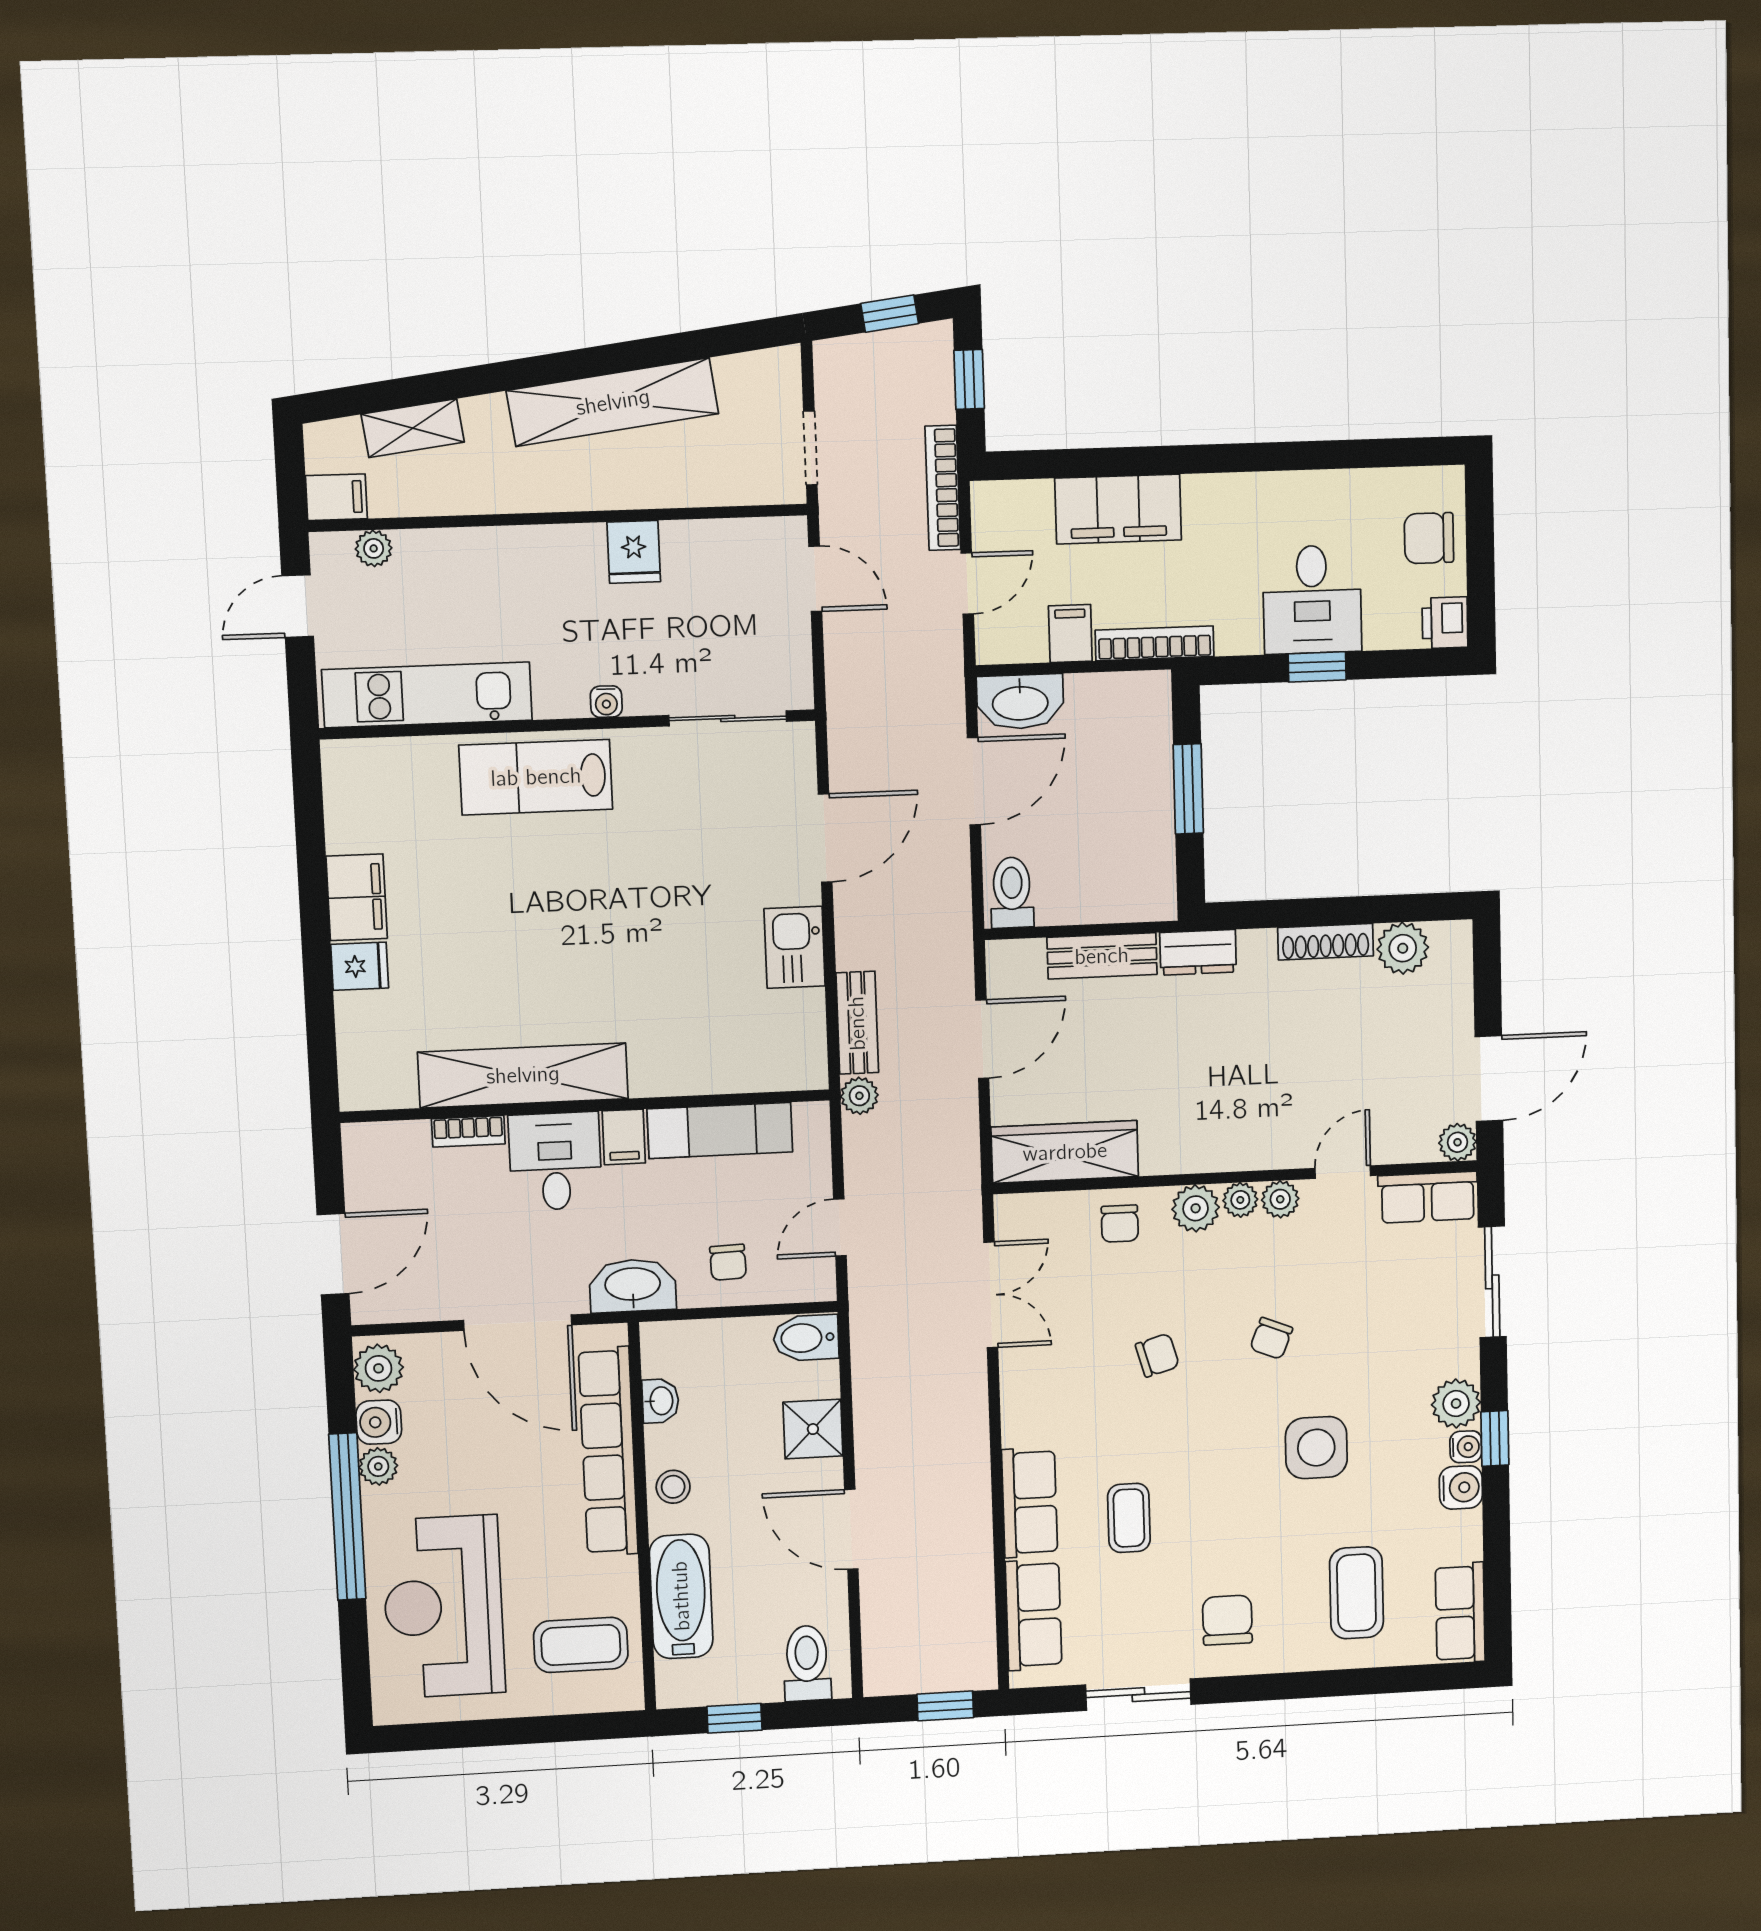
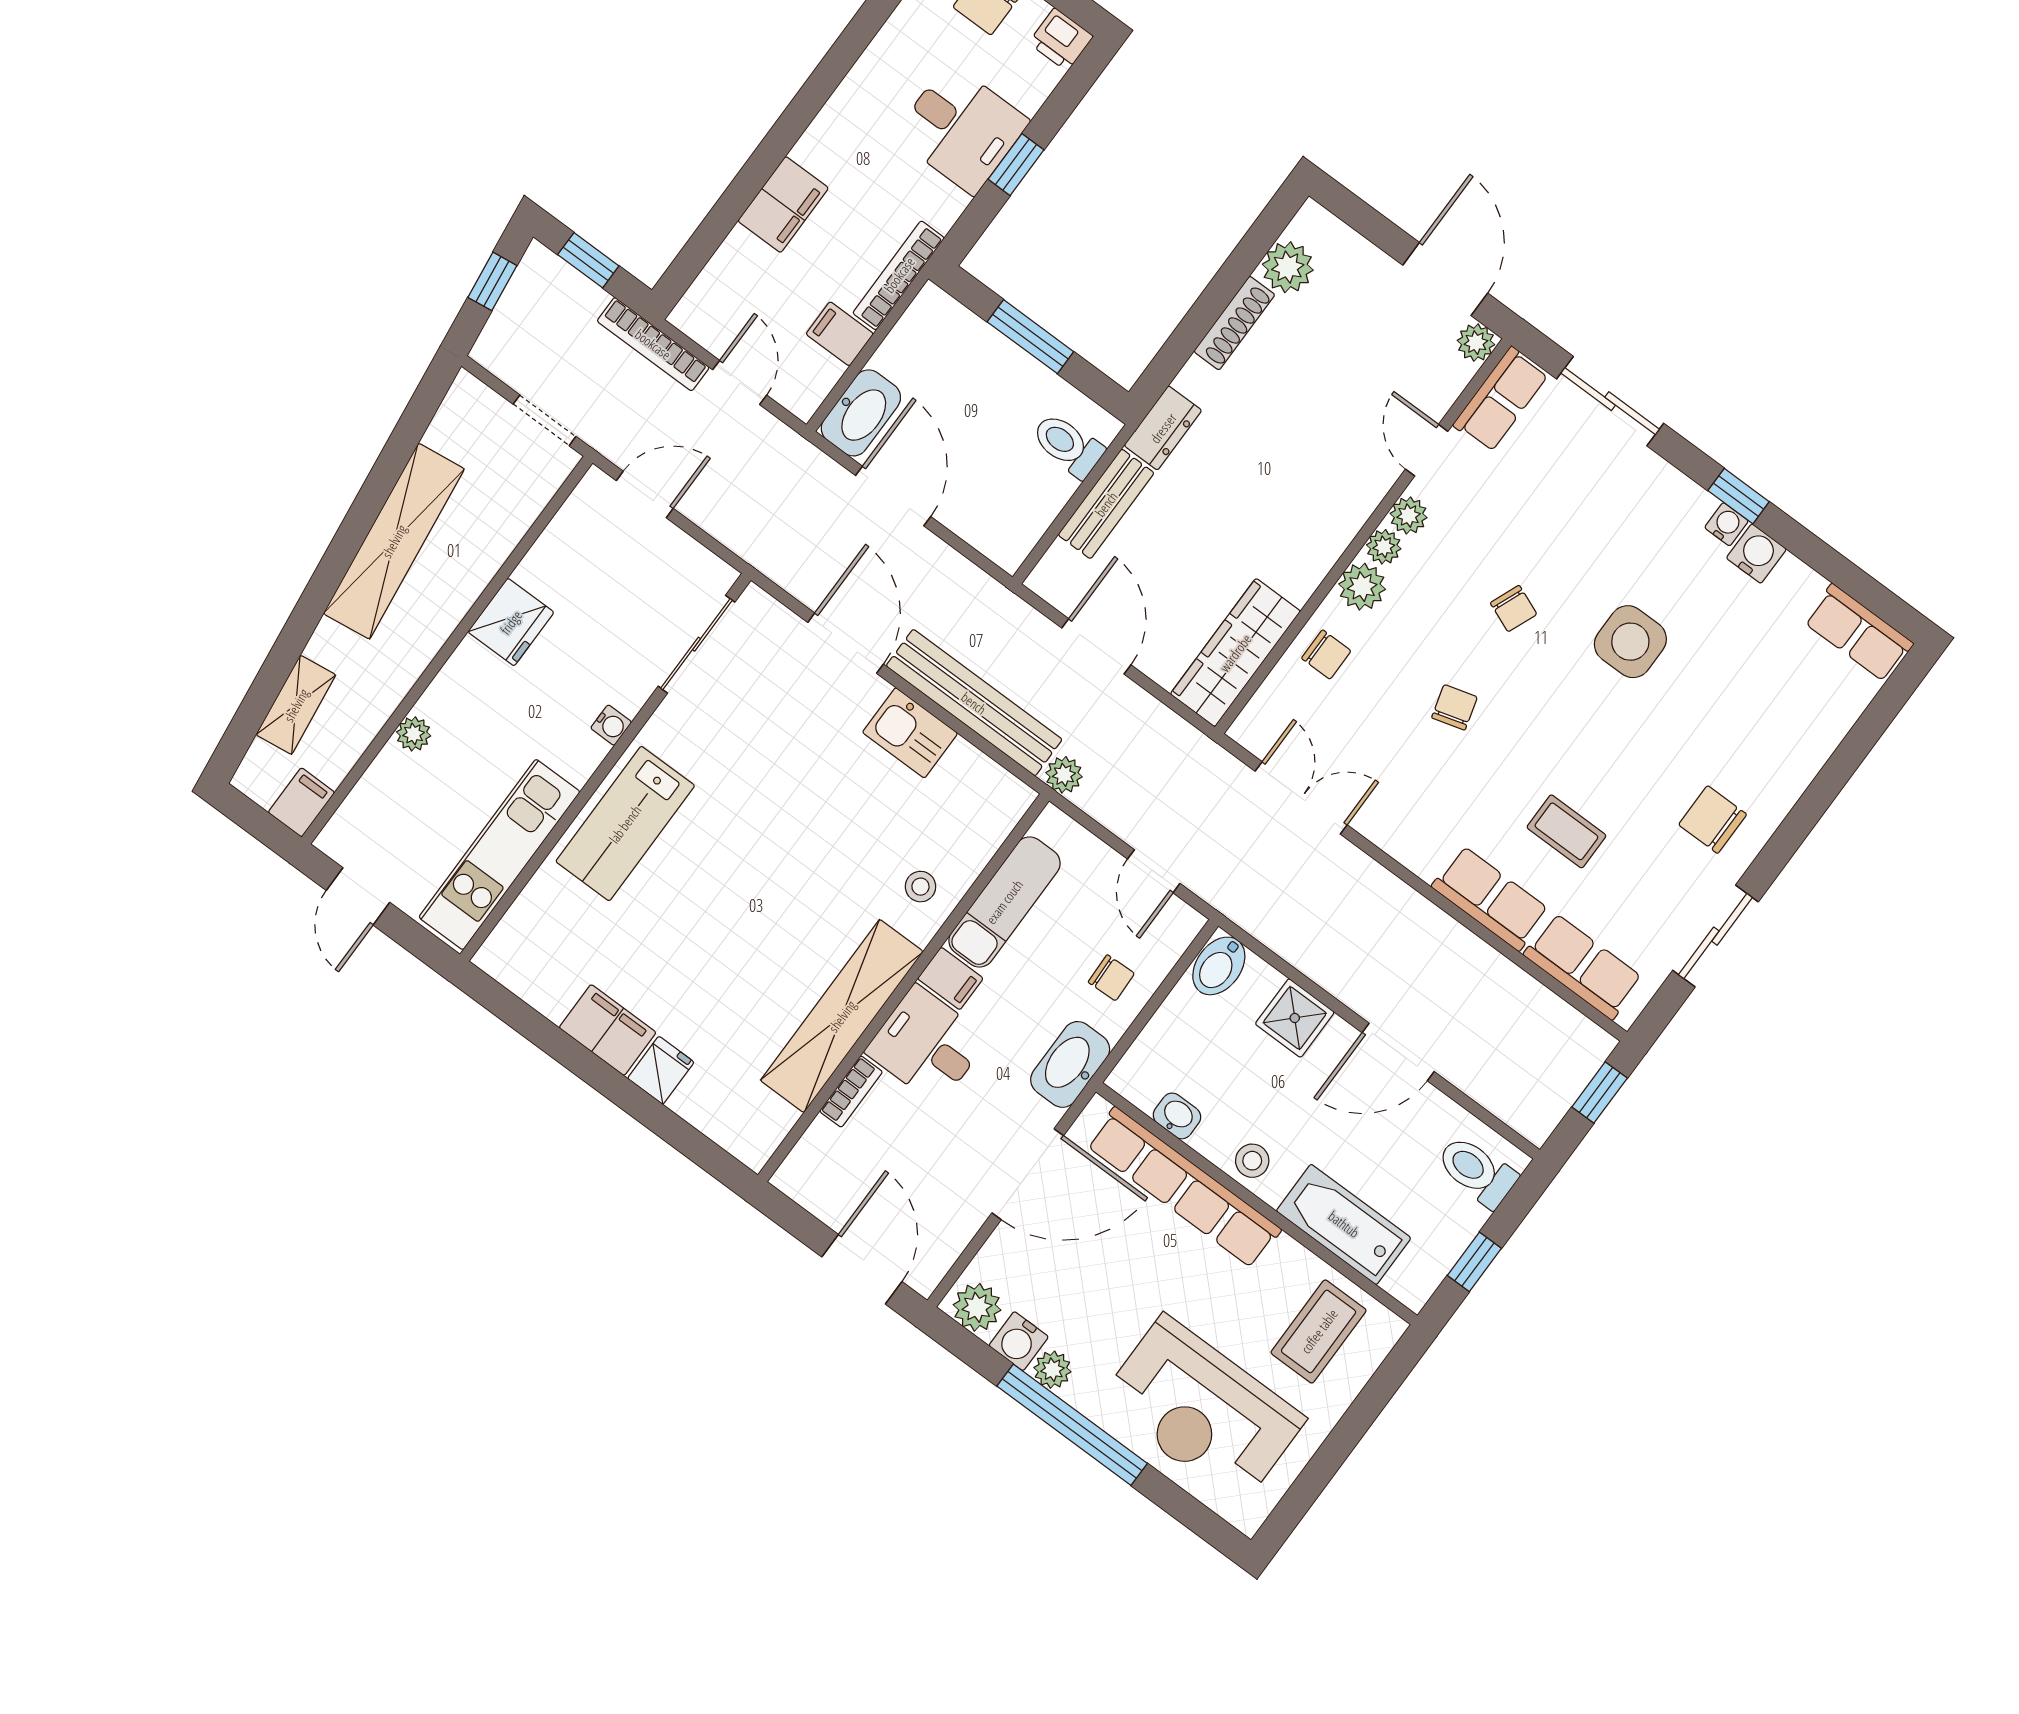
filing cabinet: (1118, 509) -> (783, 204), width x0.67, depth x0.86
plant: (374, 548) -> (414, 734), moved
fridge: (634, 552) -> (511, 622), width x1.38
toilet: (1012, 893) -> (1068, 445), moved
bench: (857, 1023) -> (974, 703), width x1.86, depth x1.21
stool: (678, 1054) -> (920, 887), added
plant: (1456, 1404) -> (1685, 505), removed
coffee table: (1357, 1593) -> (1774, 701), removed

